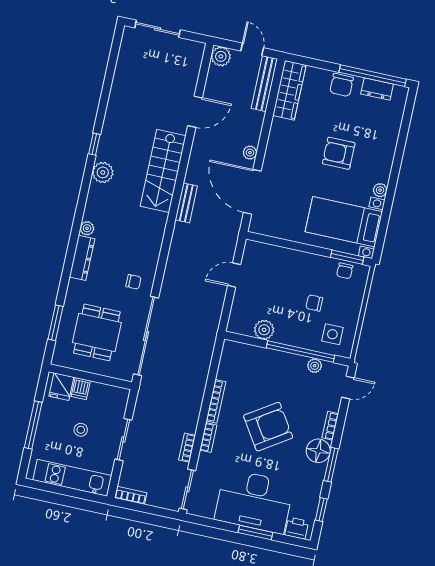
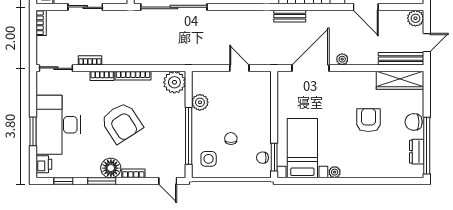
armchair: (339, 153) -> (369, 120), moved
plant: (315, 366) -> (174, 82), moved, width x1.87, depth x1.87

